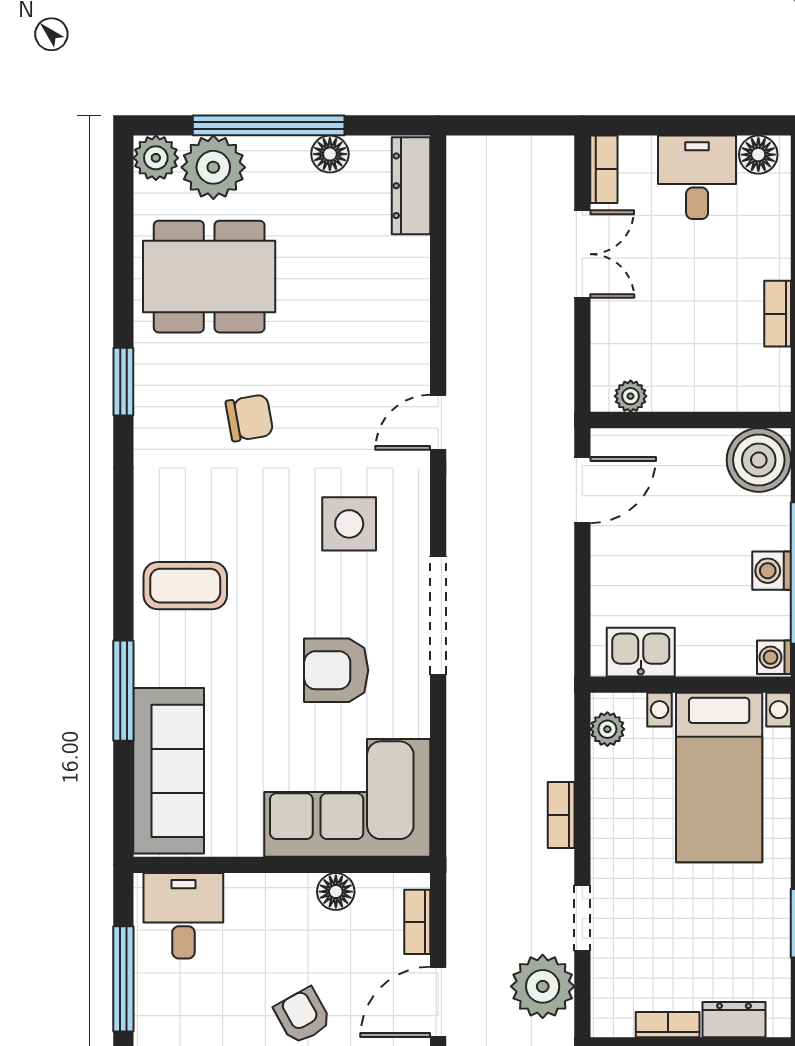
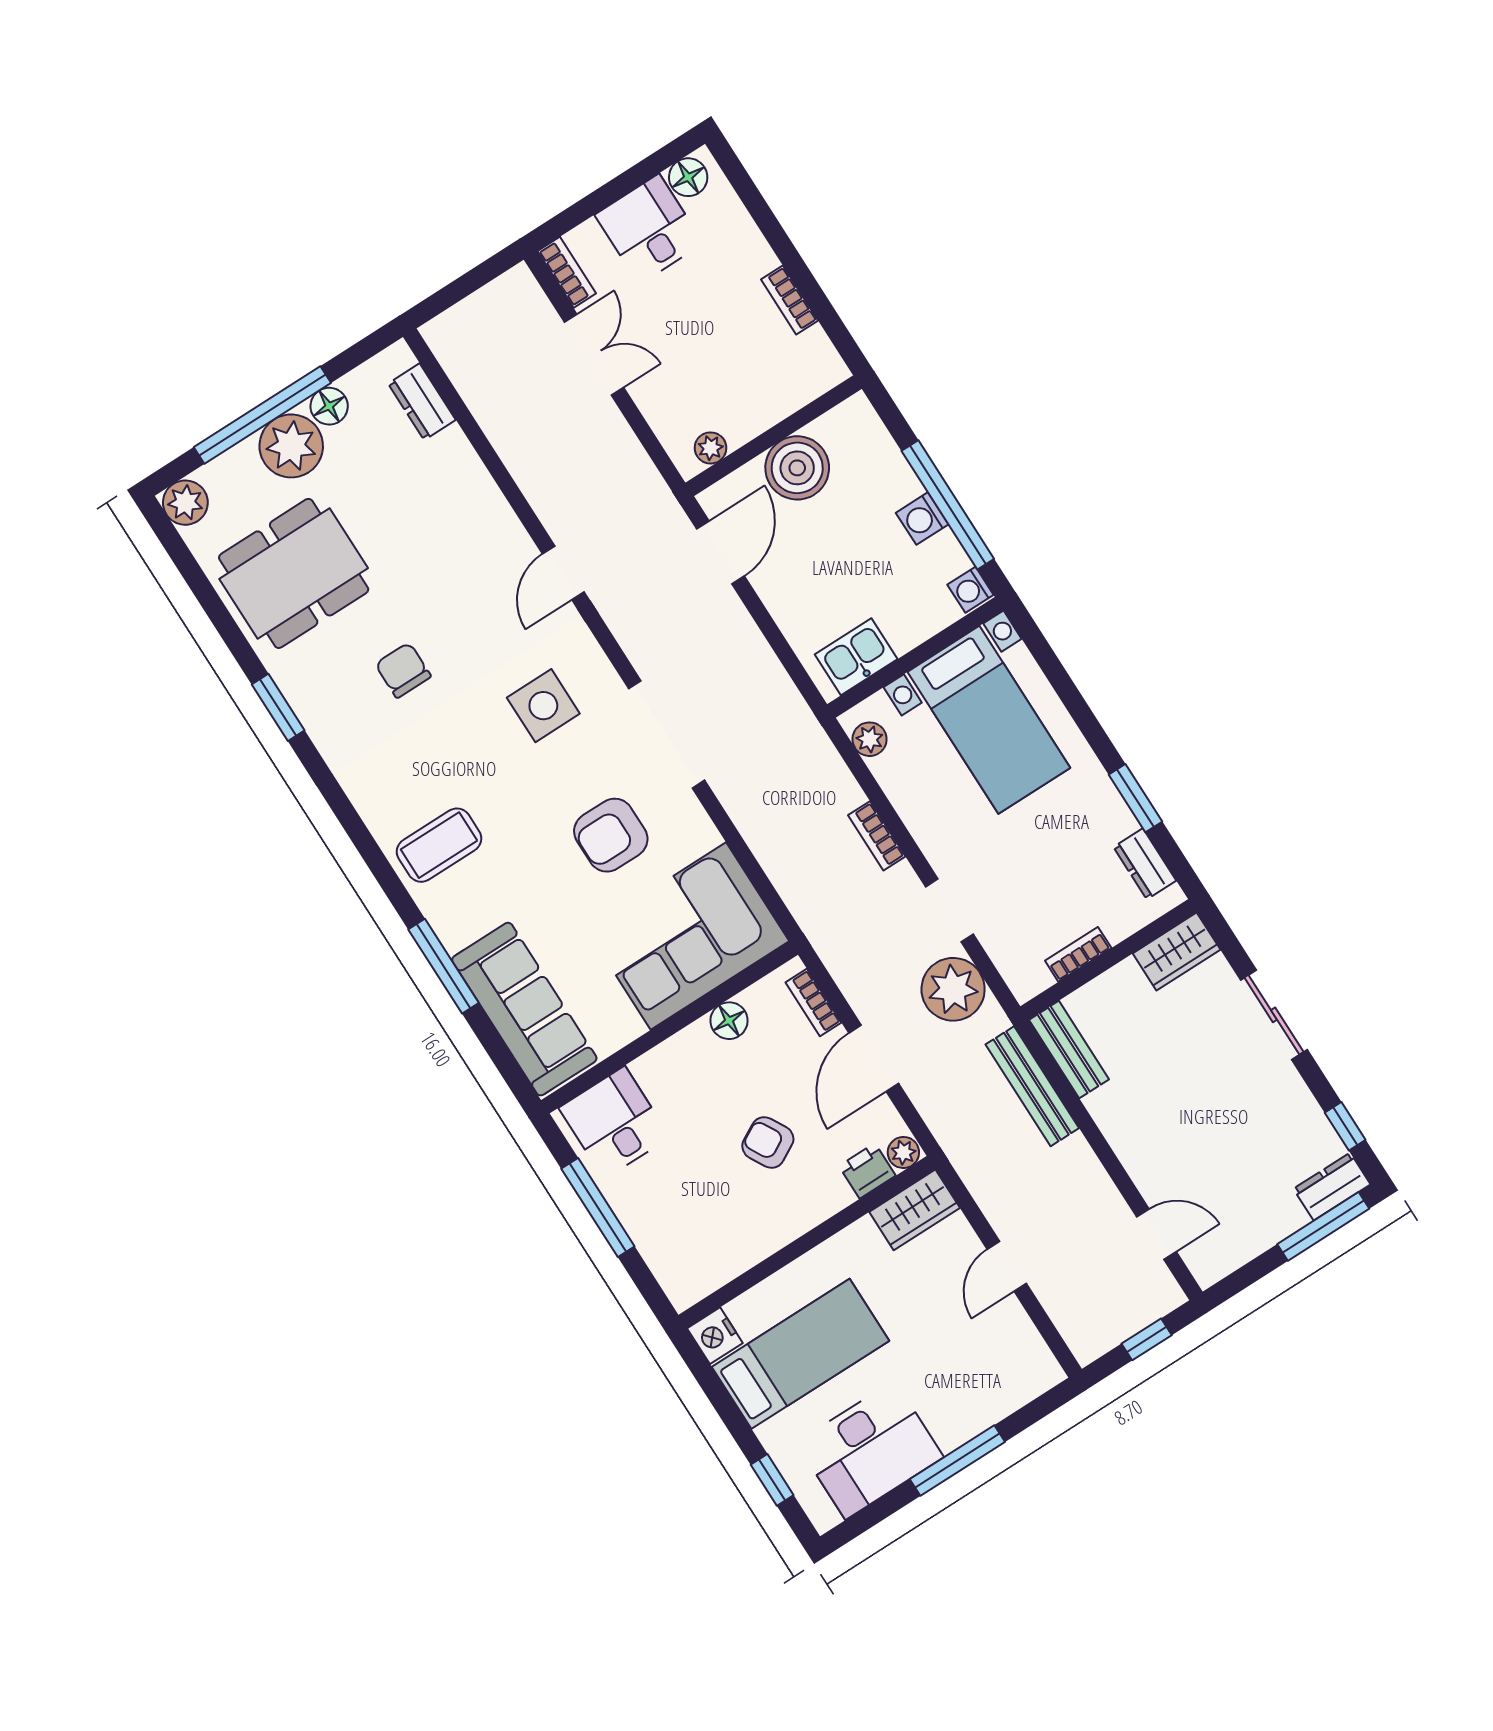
plant: (213, 167) -> (291, 446), moved
dresser: (411, 186) -> (422, 402), width x0.70
chair: (249, 418) -> (403, 670), turned -80
boiler: (759, 460) -> (797, 468), moved
dresser: (734, 1020) -> (1145, 864), moved, turned -90

